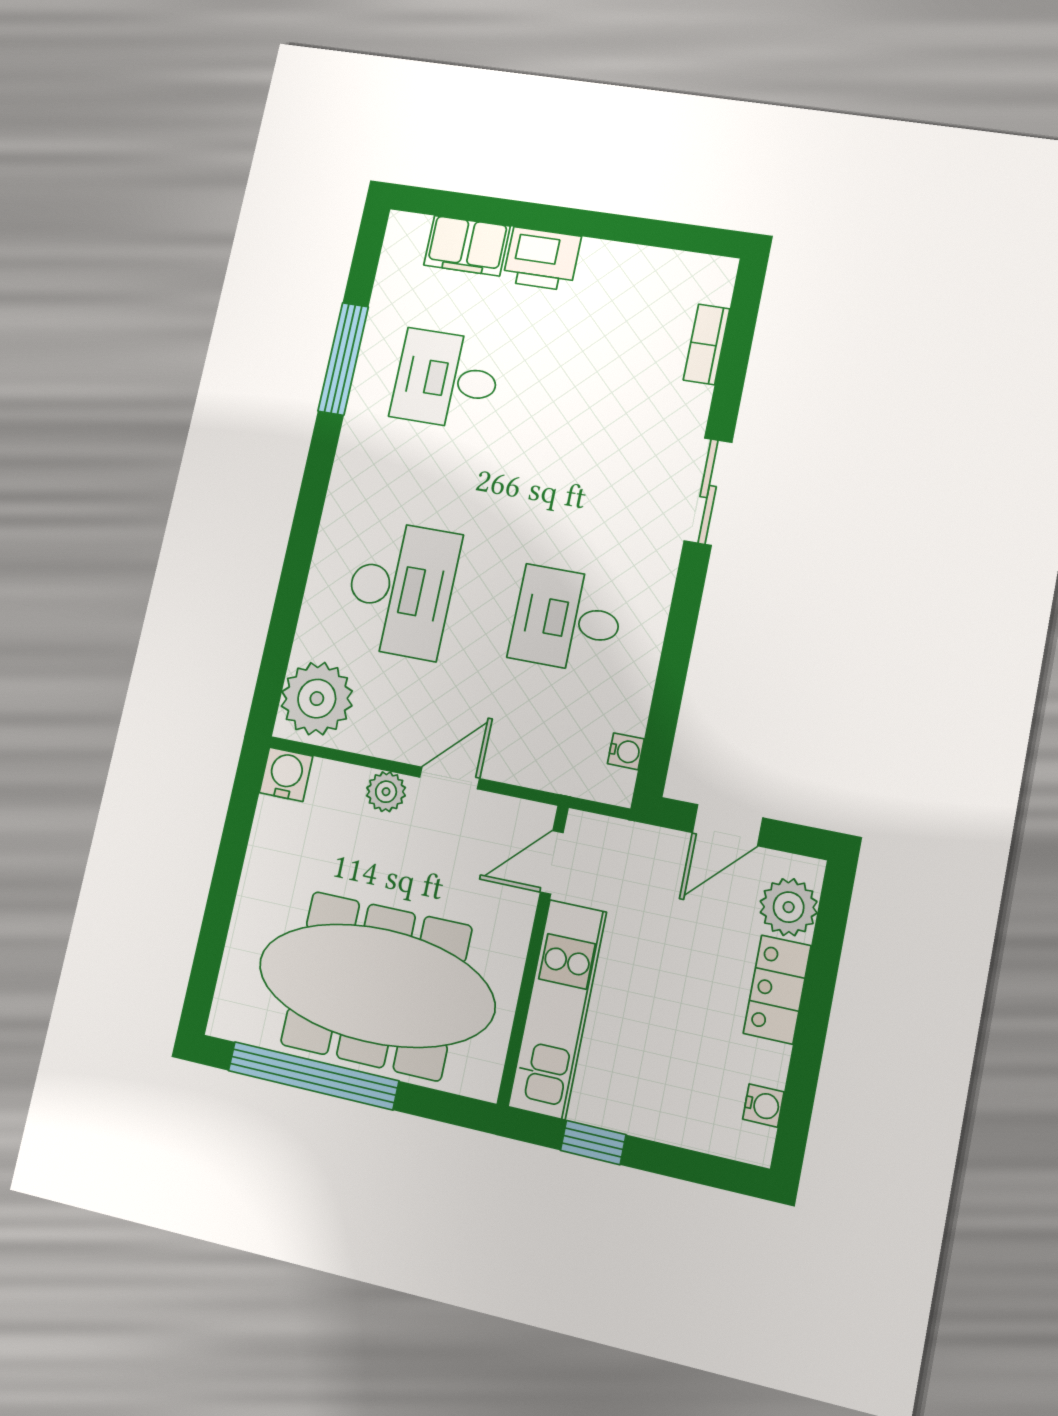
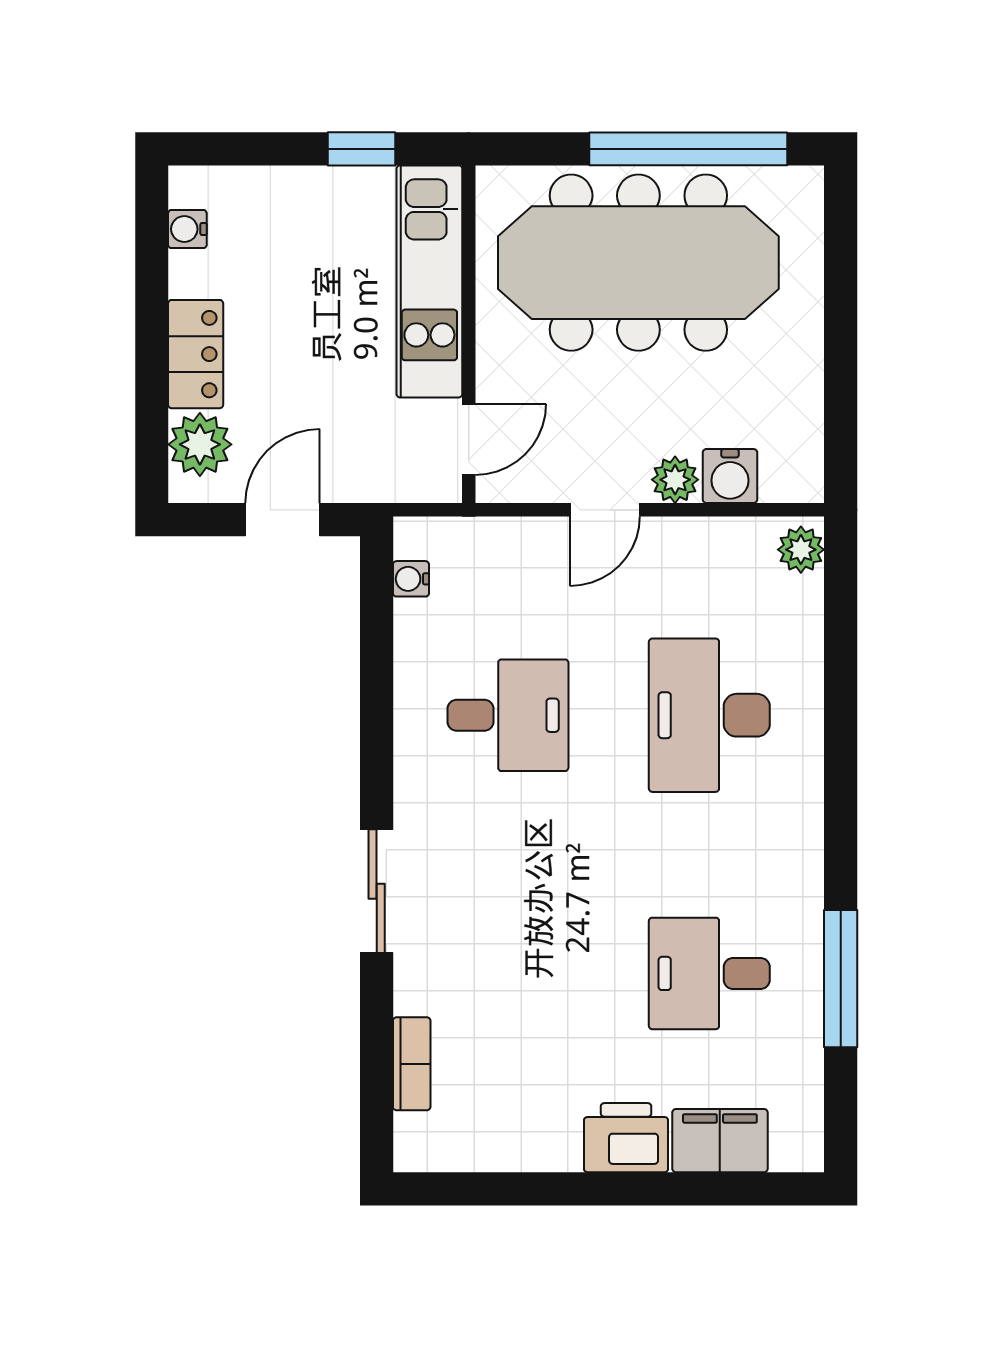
desk: (446, 379) -> (709, 973), turned 180
plant: (317, 699) -> (801, 550), width x0.53, depth x0.53
water cooler: (286, 774) -> (730, 476), moved

